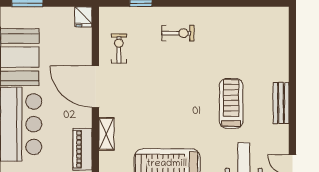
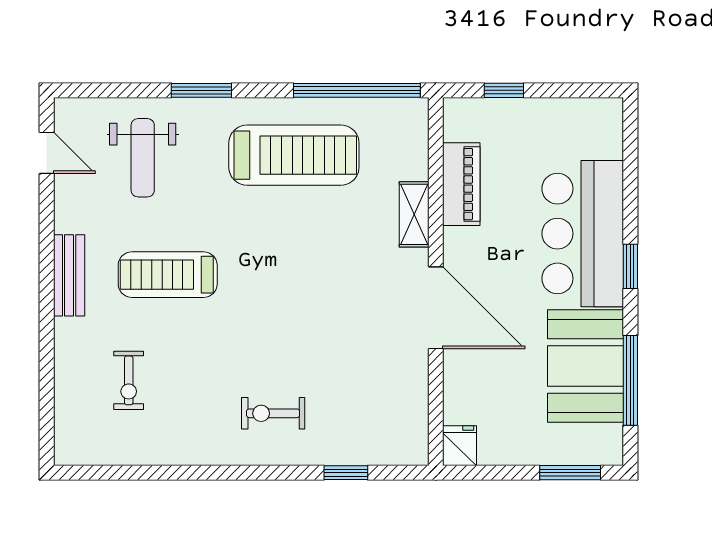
exercise bike: (119, 49) -> (129, 380), moved
treadmill: (231, 103) -> (168, 275), turned 90

